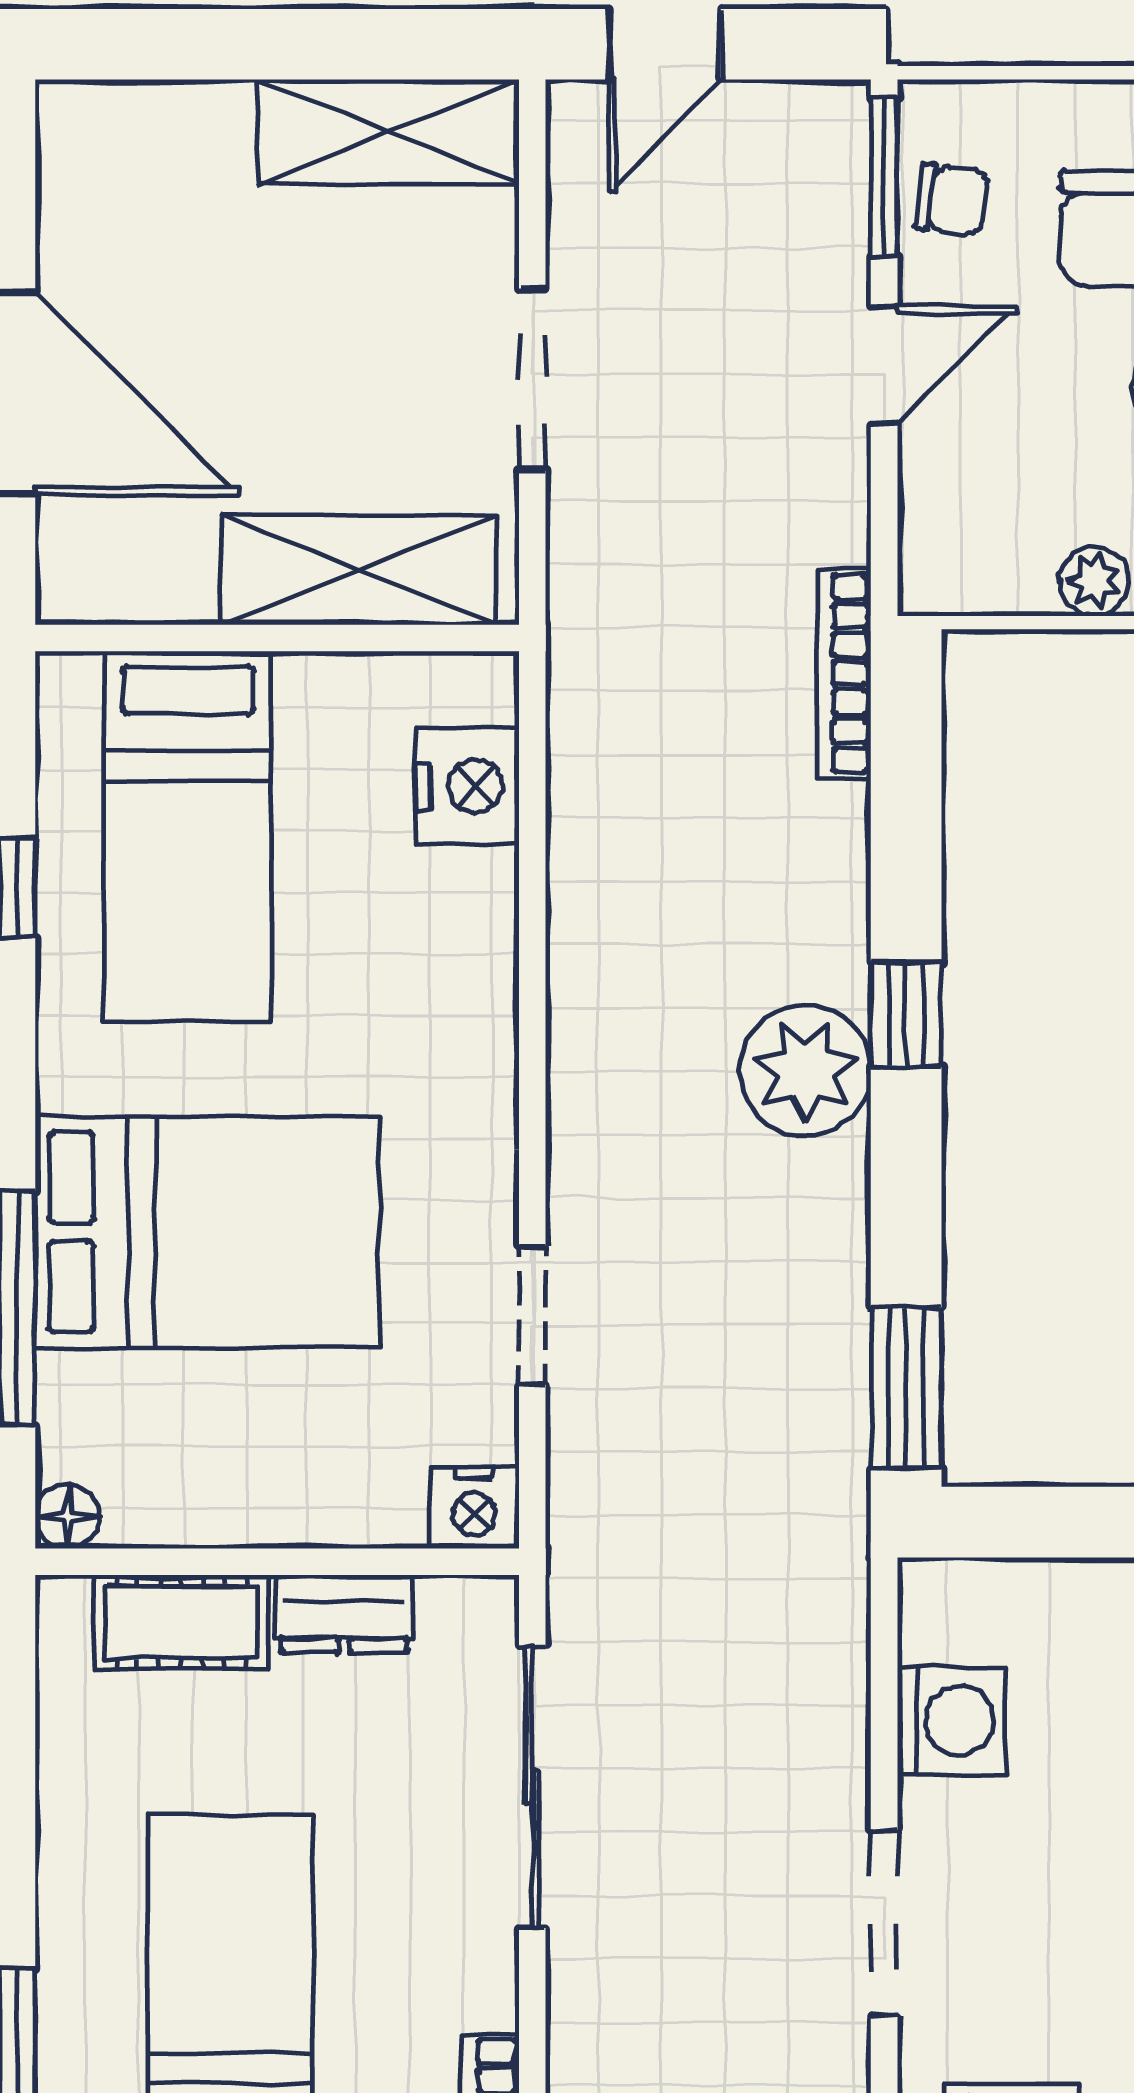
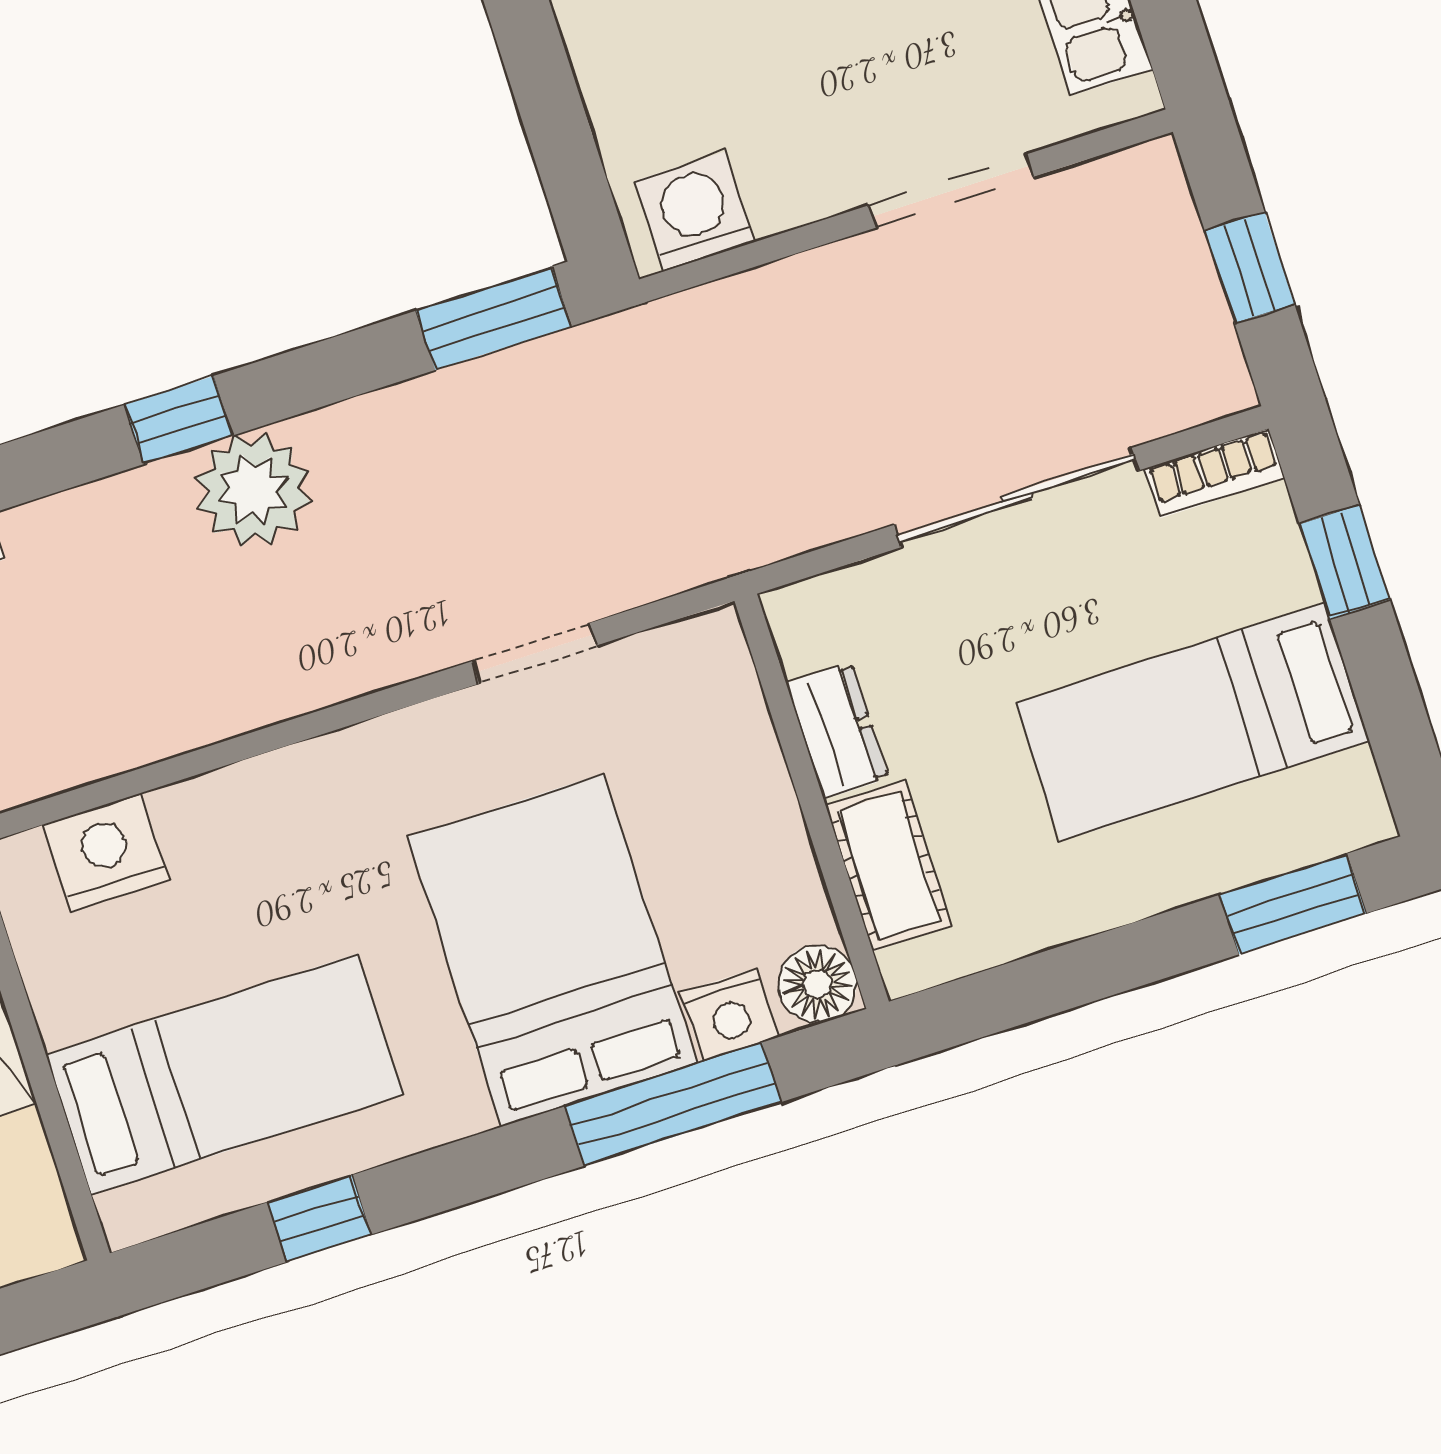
nightstand: (474, 1507) -> (730, 1015), moved, turned 90
floor lamp: (67, 1516) -> (817, 984), width x1.37, depth x1.37
washing machine: (951, 1721) -> (695, 211), moved
sliding door: (532, 1787) -> (1016, 498), moved

